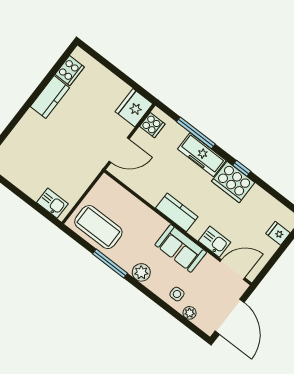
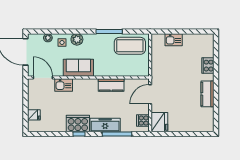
cooker: (70, 71) -> (208, 66), moved
kitchen sink: (52, 203) -> (174, 40), moved
kitchen counter: (177, 212) -> (111, 85), moved
door: (232, 270) -> (43, 78), swing flipped
plant: (141, 272) -> (77, 39), moved

